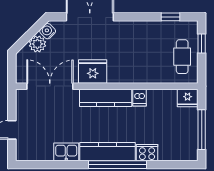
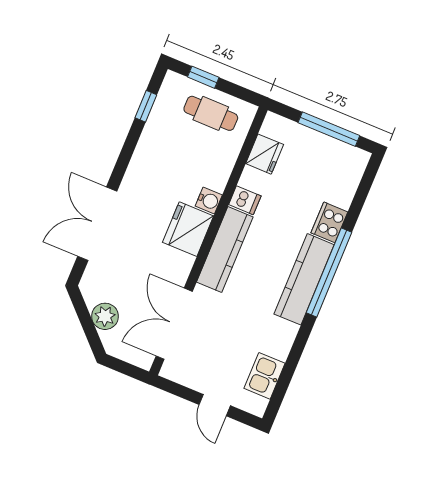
water cooler: (48, 31) -> (209, 201), moved, turned -135
fridge: (93, 71) -> (188, 229), moved
fridge: (188, 98) -> (265, 154), moved
kitchen sink: (66, 152) -> (265, 376), moved

